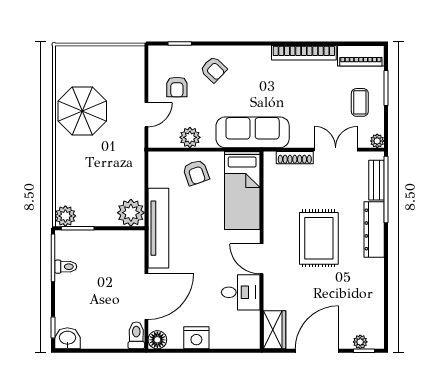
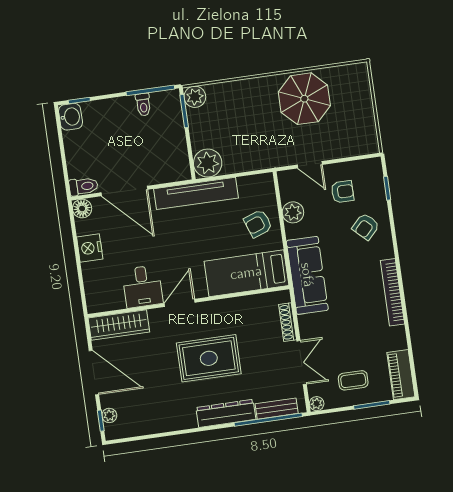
bookcase: (304, 53) -> (392, 292), moved
armchair: (177, 87) -> (342, 192), turned 180
wardrobe: (275, 330) -> (119, 325), width x1.50

